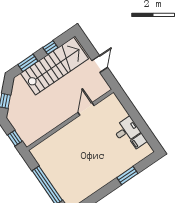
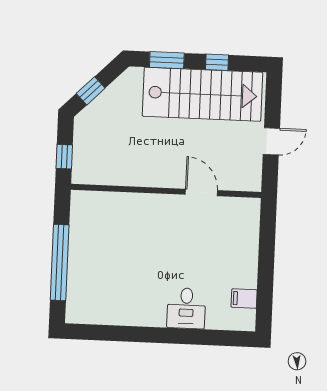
door: (86, 109) -> (201, 192), hinge flipped
desk: (126, 130) -> (186, 308), moved, turned 90
window: (127, 175) -> (189, 336), removed

